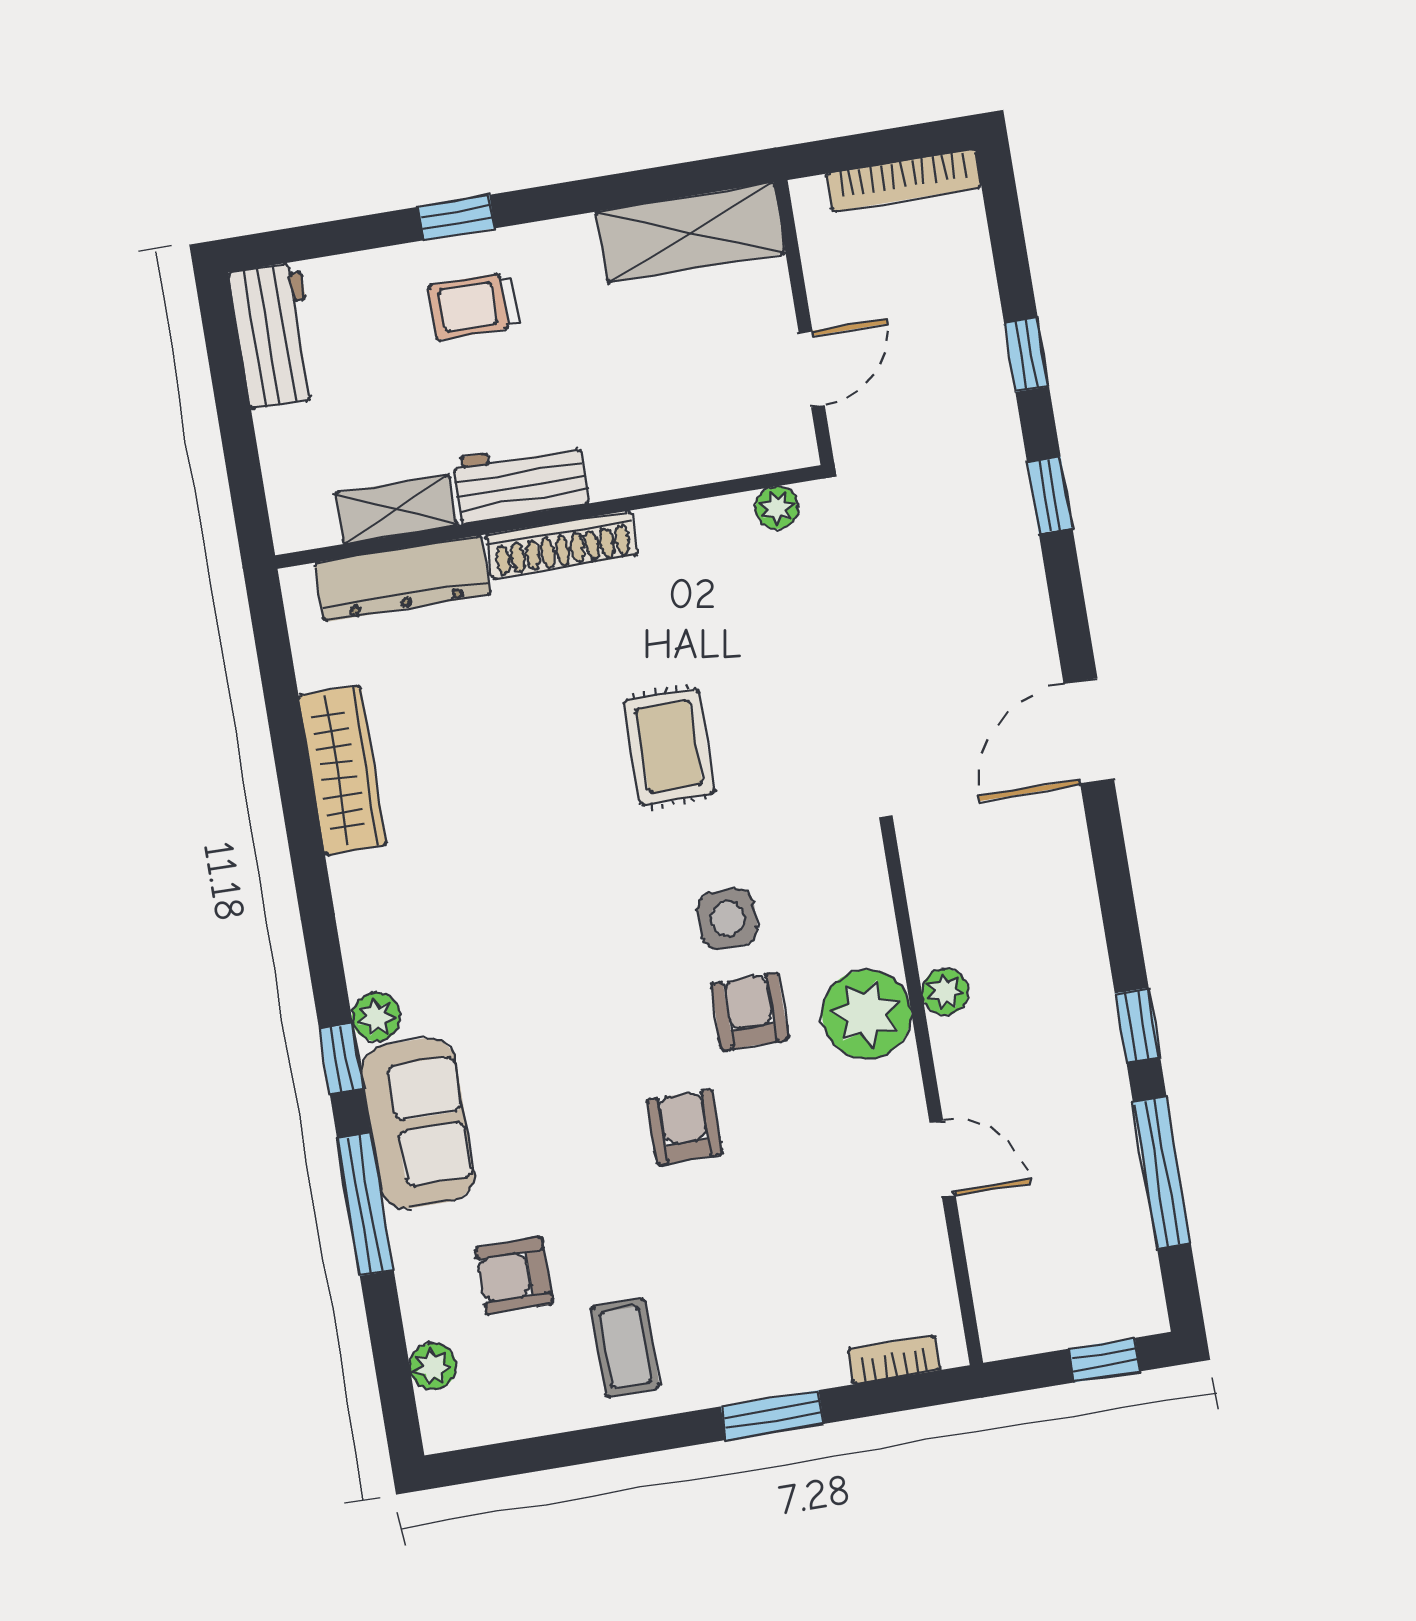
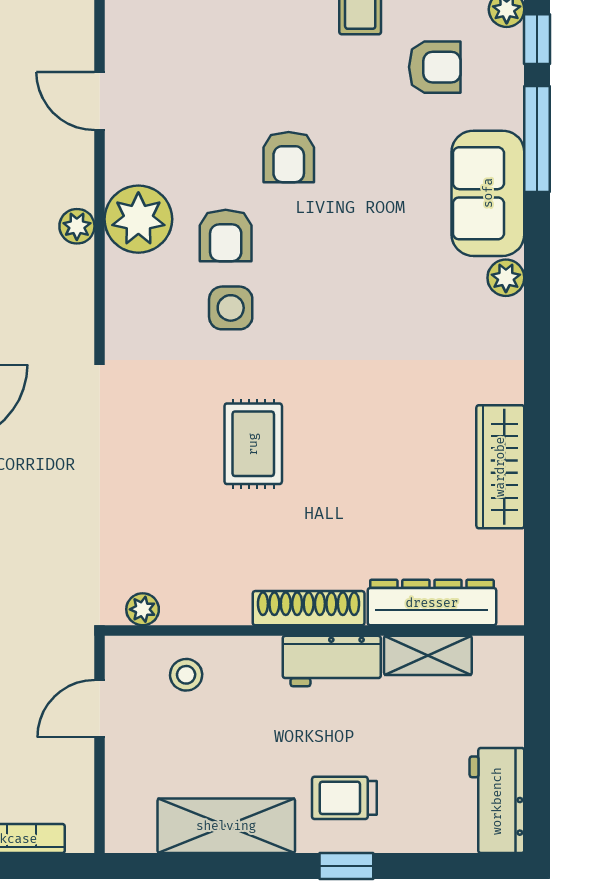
shelving: (691, 233) -> (226, 826), moved
trolley: (474, 306) -> (344, 798), turned 180
stool: (707, 432) -> (186, 675), added
window: (341, 1059) -> (537, 39), moved

